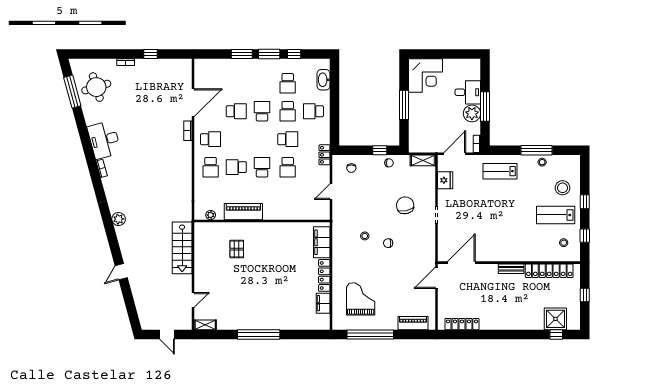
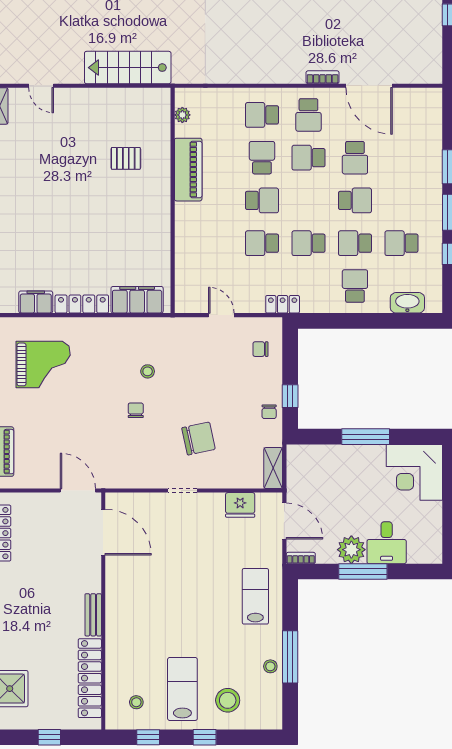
school desk: (236, 139) -> (308, 158), added
school desk: (288, 139) -> (308, 243), turned 90

